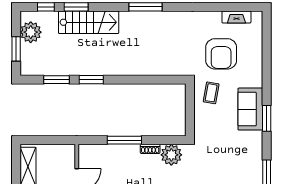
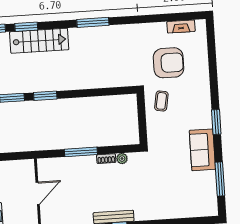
armchair: (221, 54) -> (169, 63), turned -90
sofa: (250, 109) -> (202, 150), moved
plant: (171, 155) -> (122, 159), width x0.53, depth x0.53

